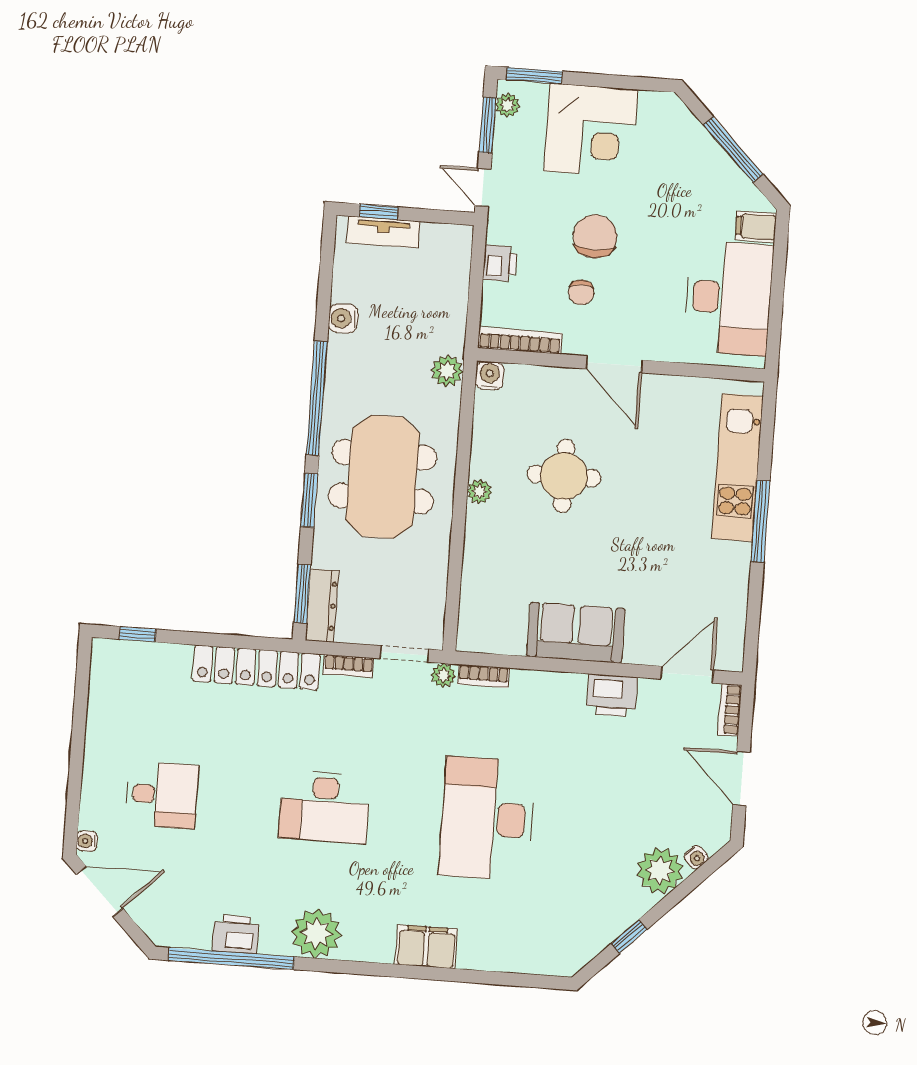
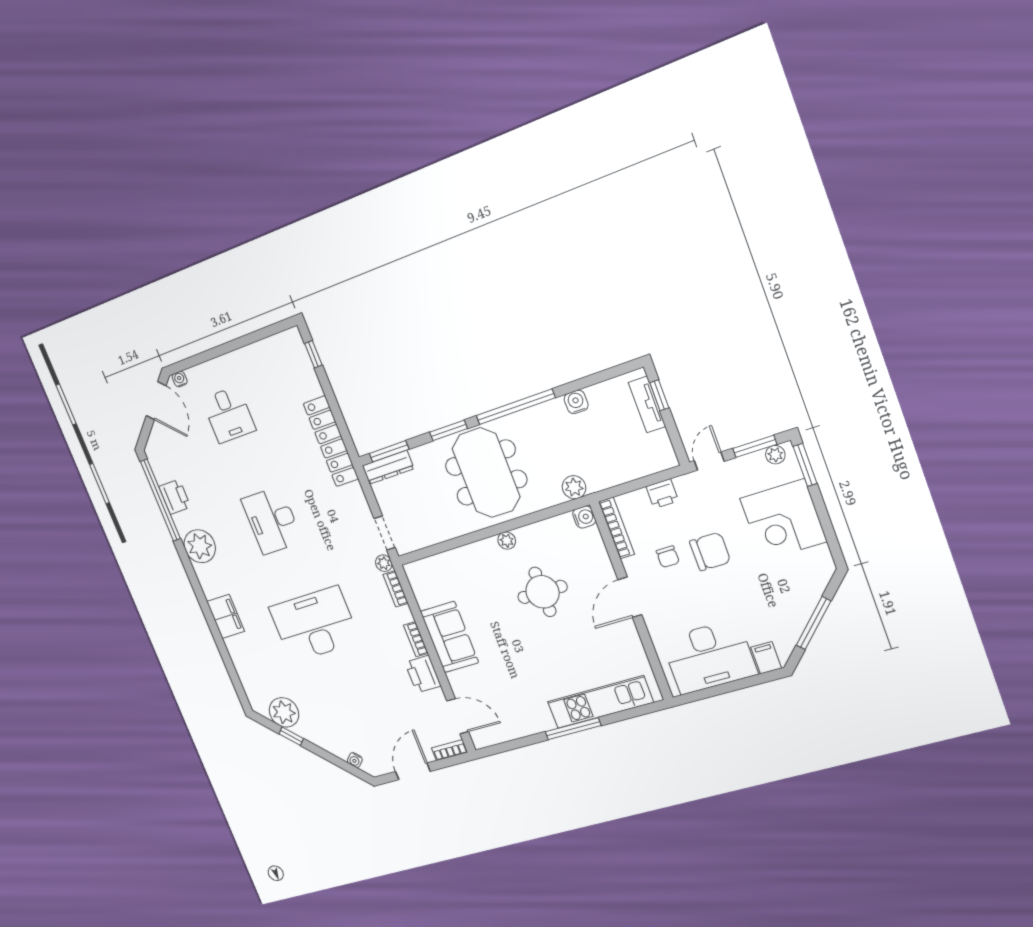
chair: (581, 292) -> (668, 557), turned -90
meeting table: (383, 477) -> (486, 473), turned 90
bookcase: (349, 666) -> (416, 639), moved
plant: (660, 871) -> (284, 712), moved

